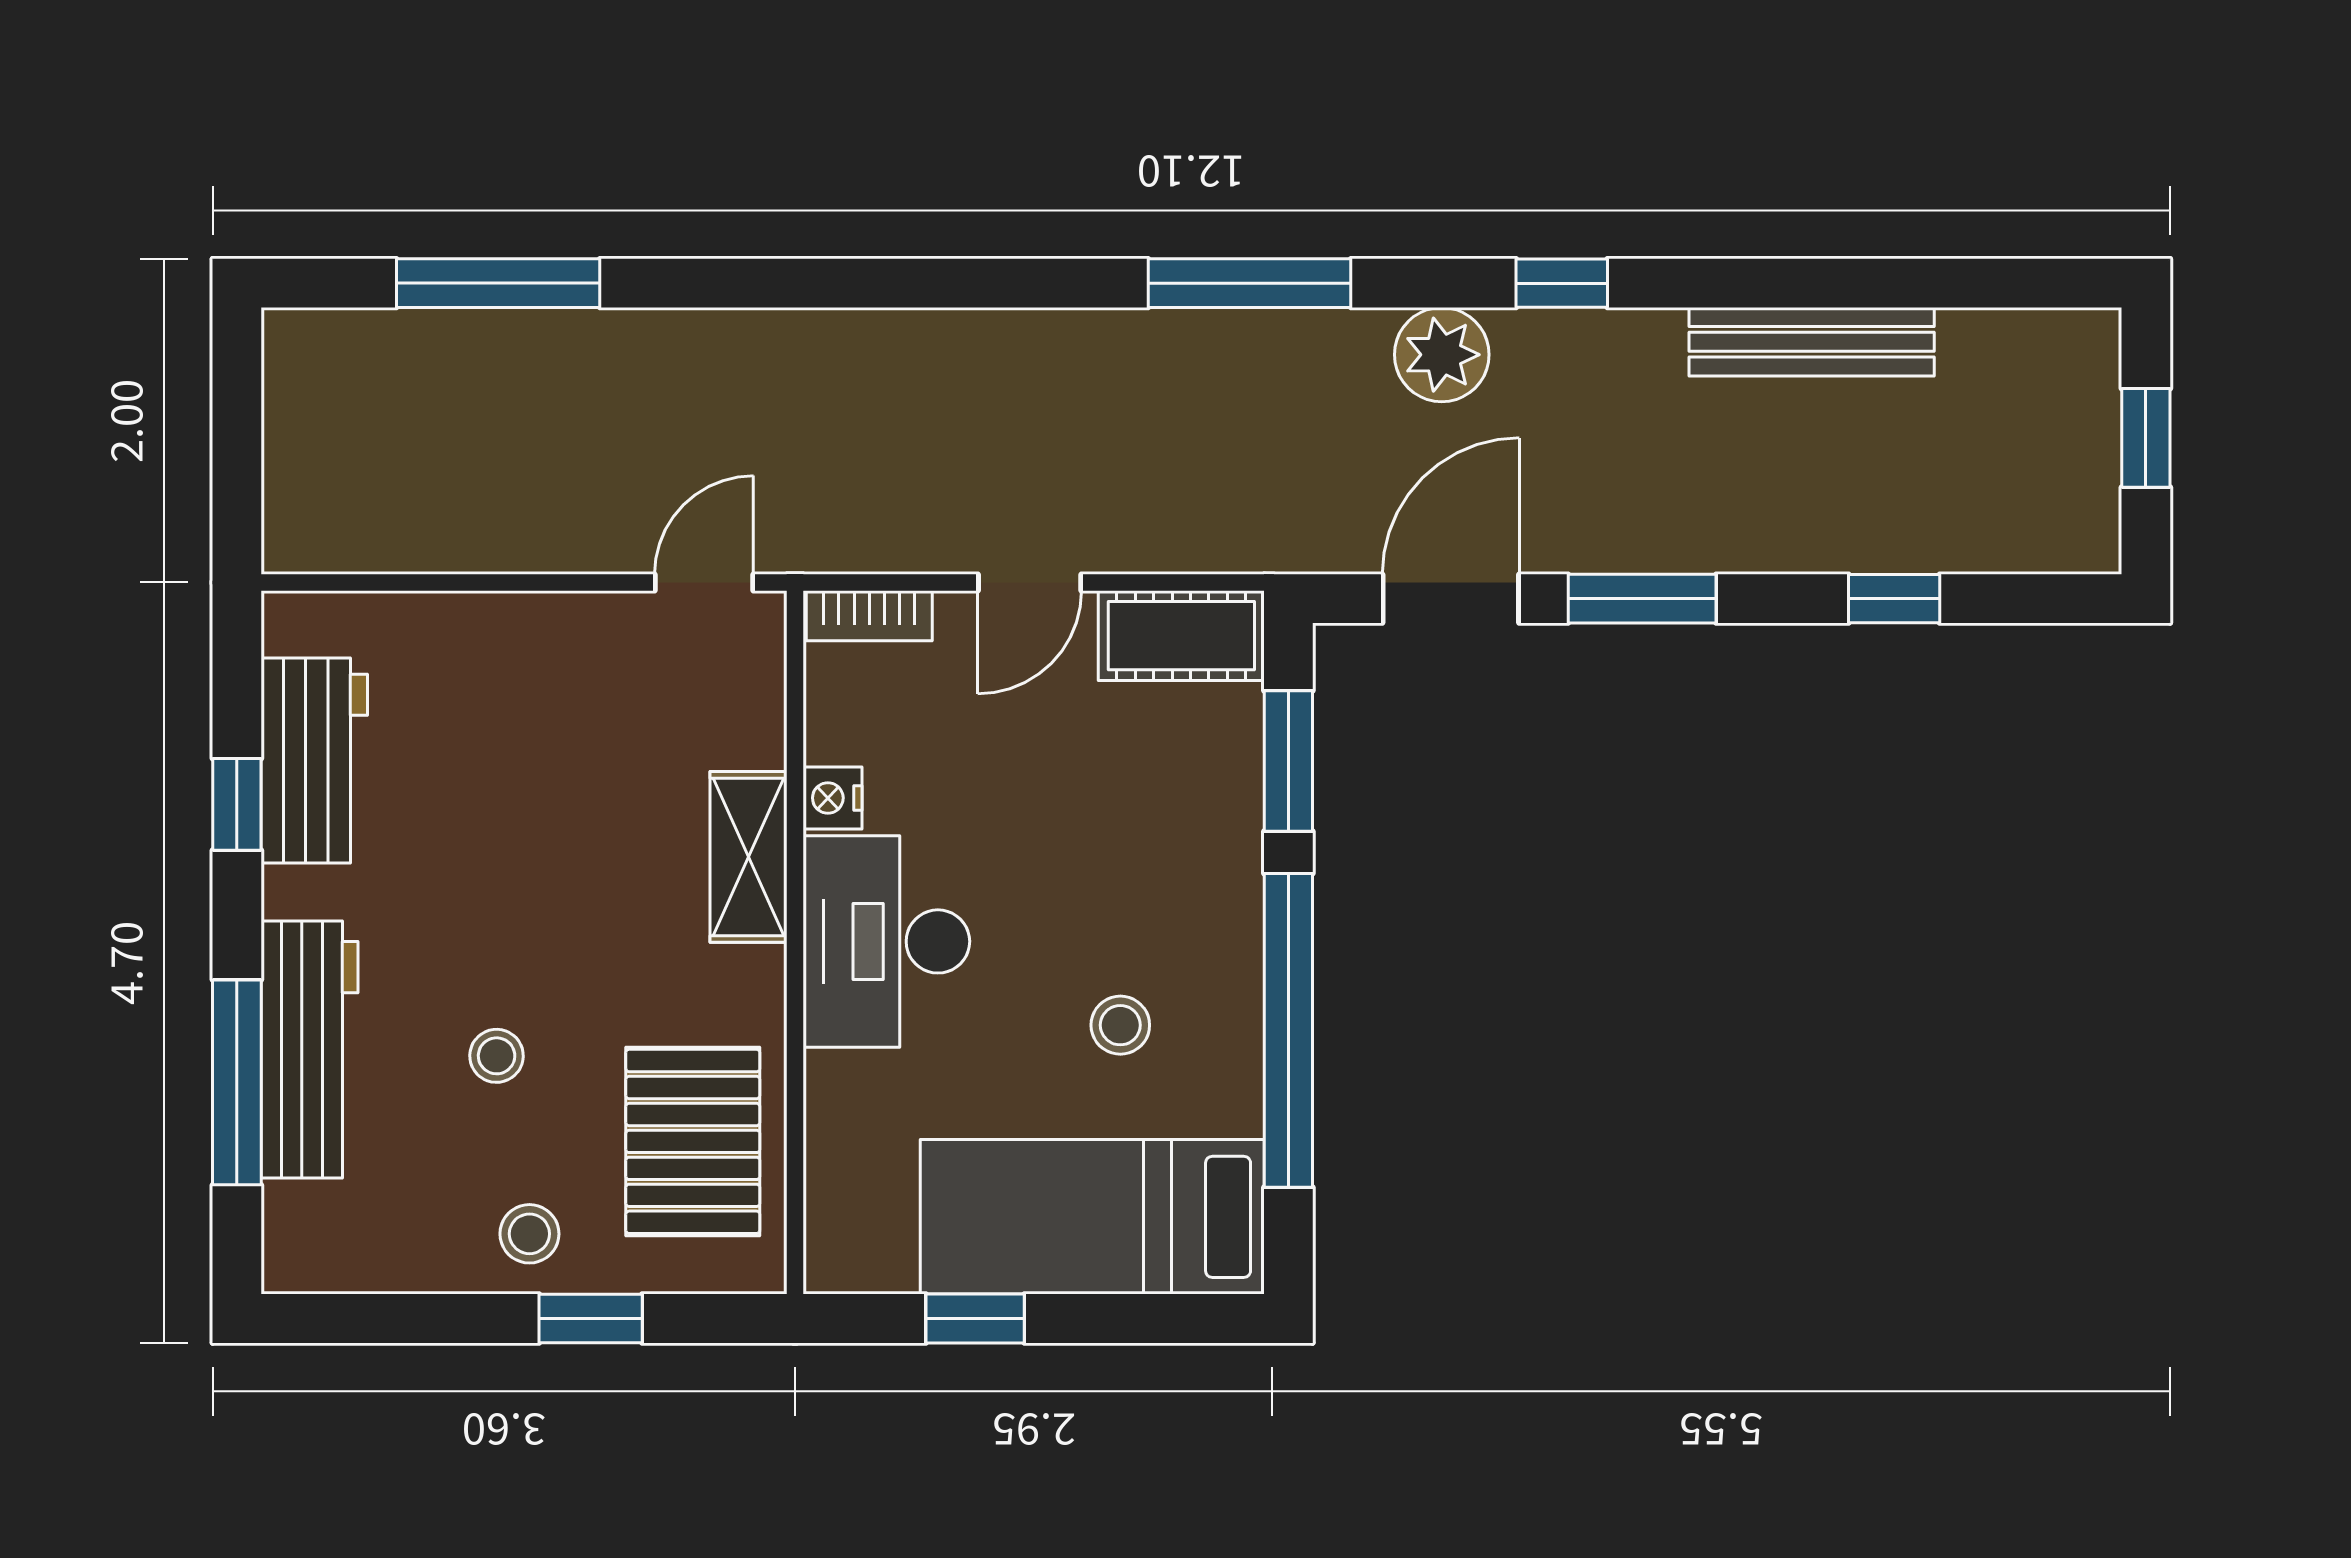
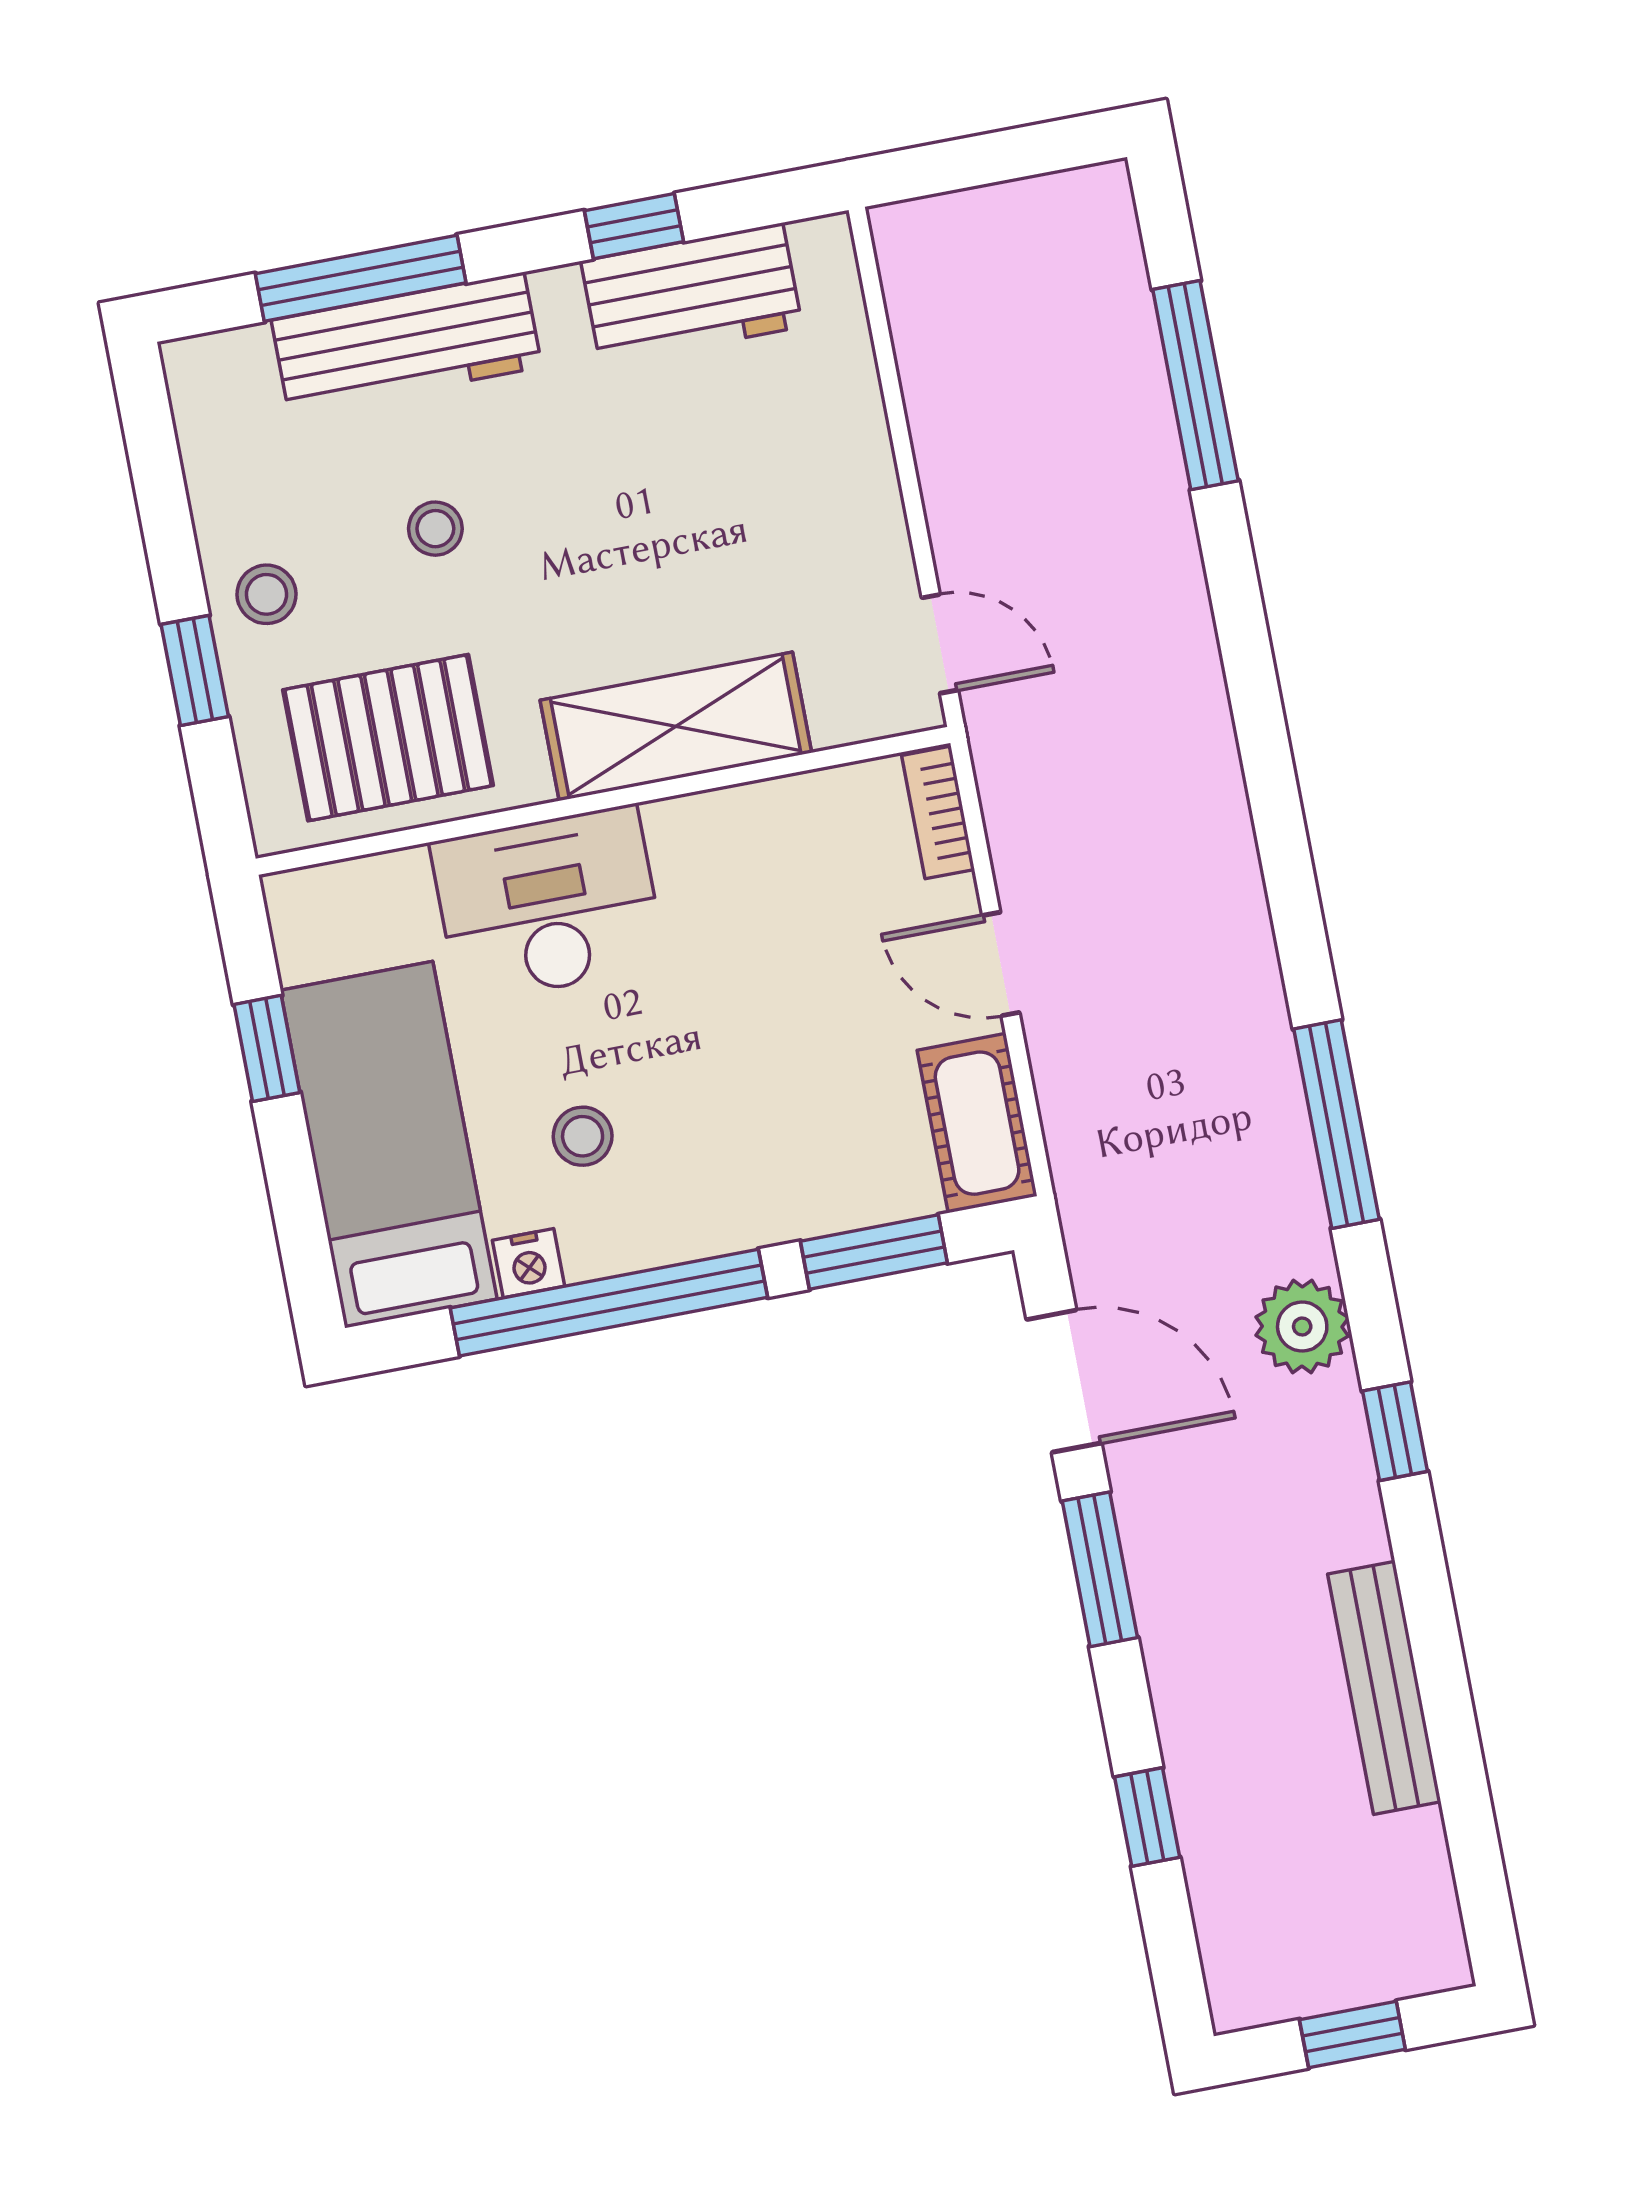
nightstand: (833, 798) -> (529, 1263), moved, turned 180
shelving: (749, 857) -> (676, 726), width x1.50, depth x1.33
desk: (886, 941) -> (548, 904), moved

